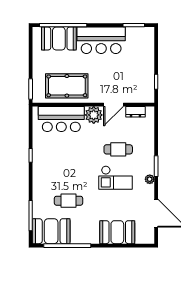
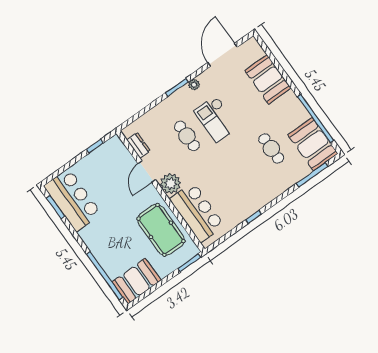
booth: (59, 39) -> (136, 281), moved, turned 90
bar counter: (101, 40) -> (73, 200), moved
door: (114, 105) -> (147, 172), swing flipped
checkout: (116, 178) -> (216, 119), turned 180

